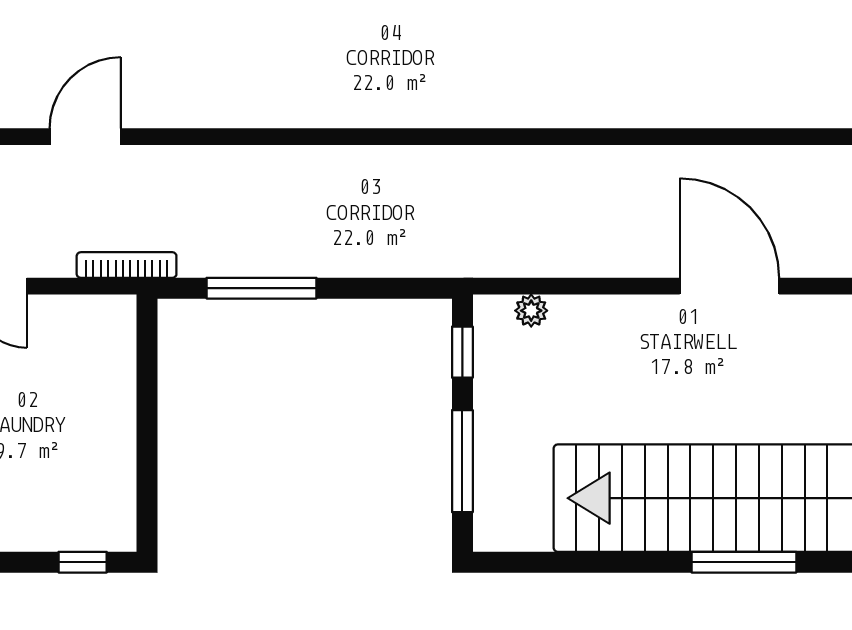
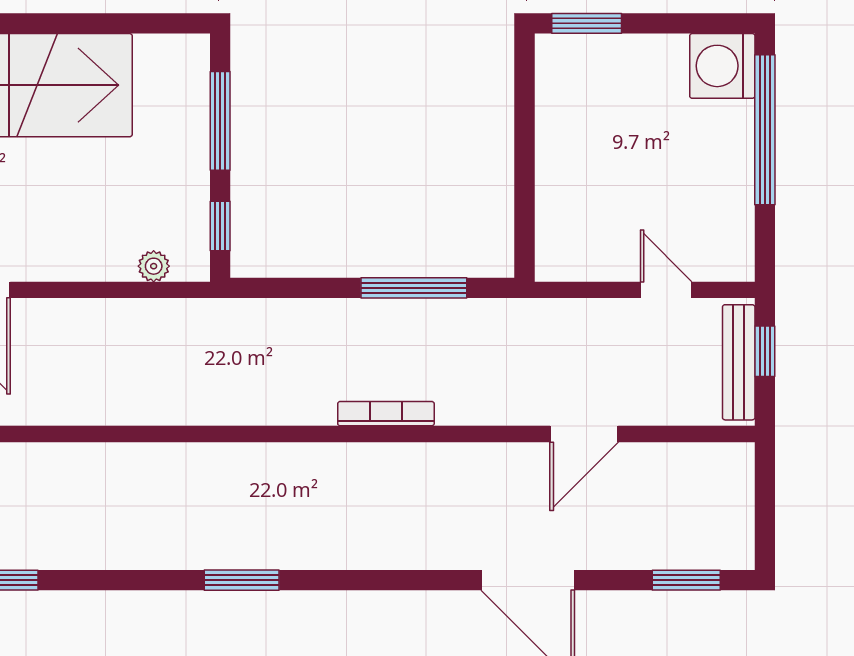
bookcase: (127, 265) -> (386, 414), moved, turned 180
window: (83, 562) -> (587, 23), width x1.50

